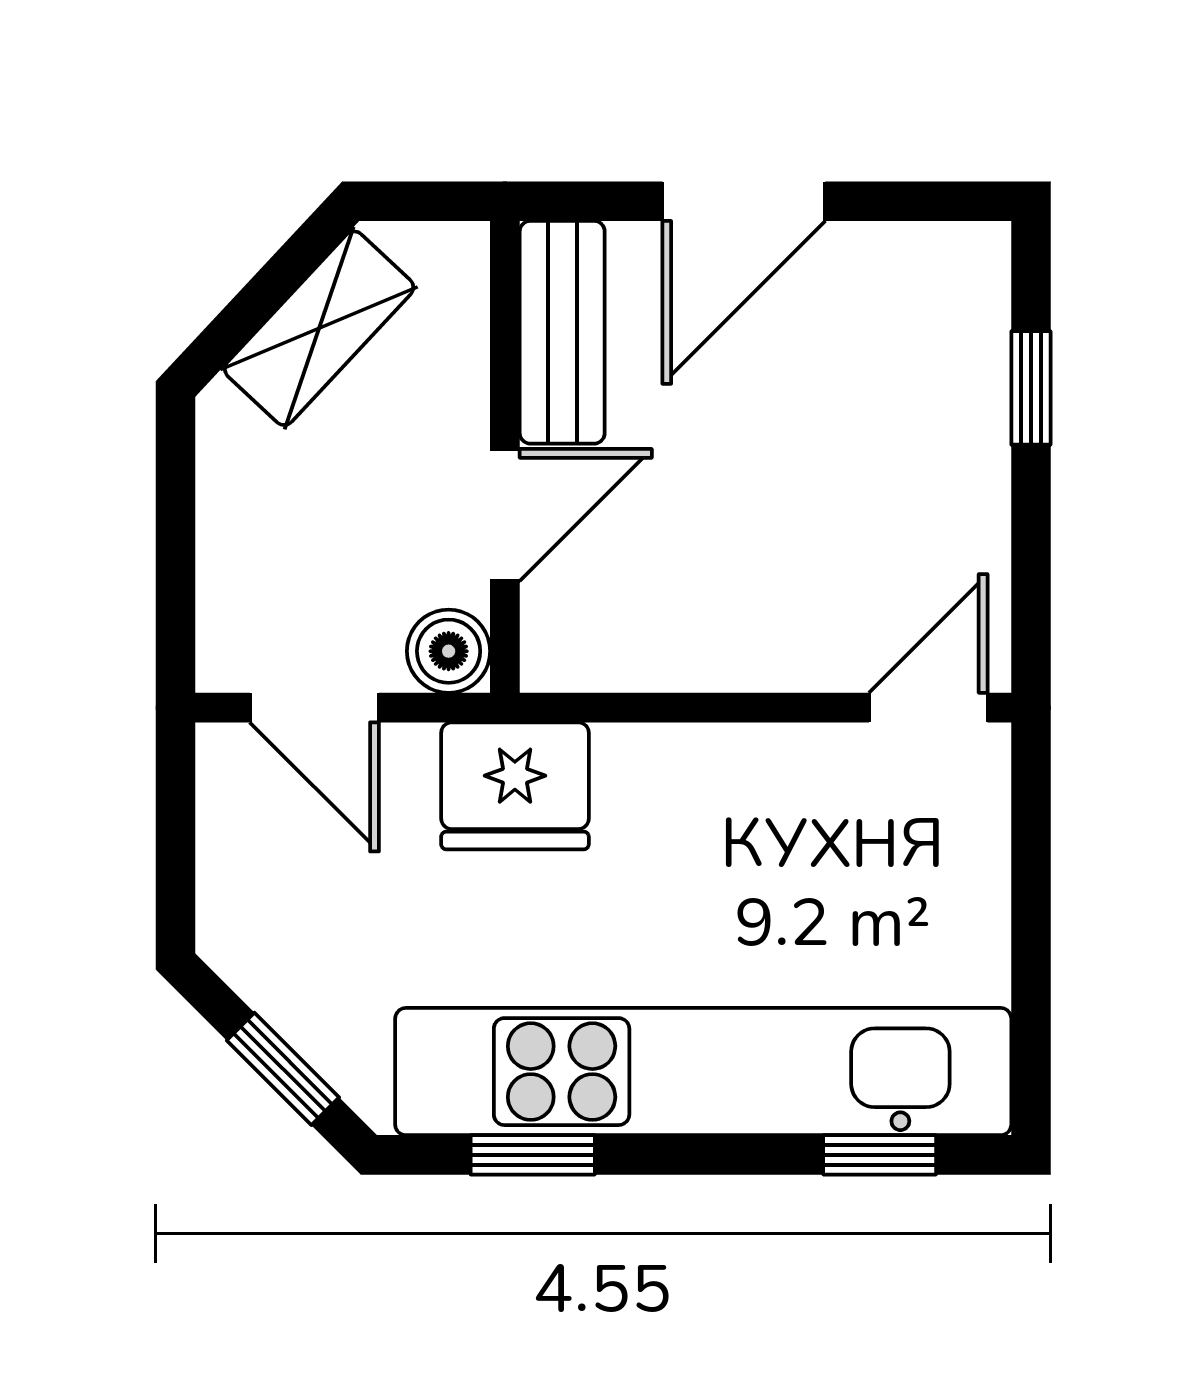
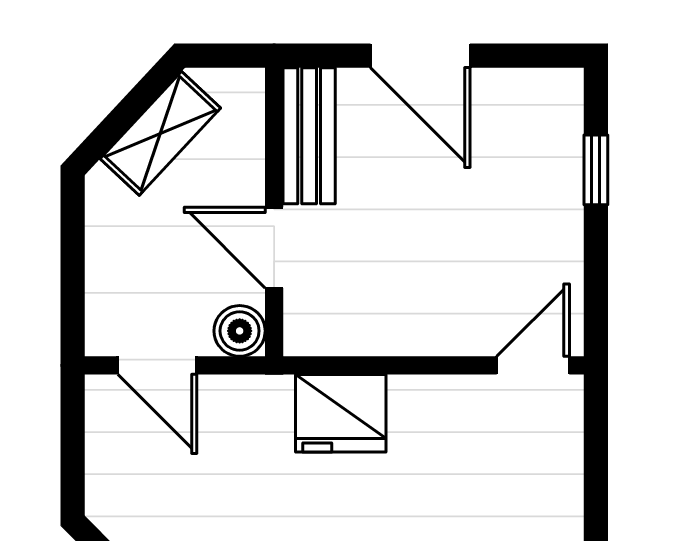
door: (744, 201) -> (420, 56), hinge flipped
door: (505, 515) -> (274, 248), swing flipped
fridge: (515, 786) -> (341, 413), moved

